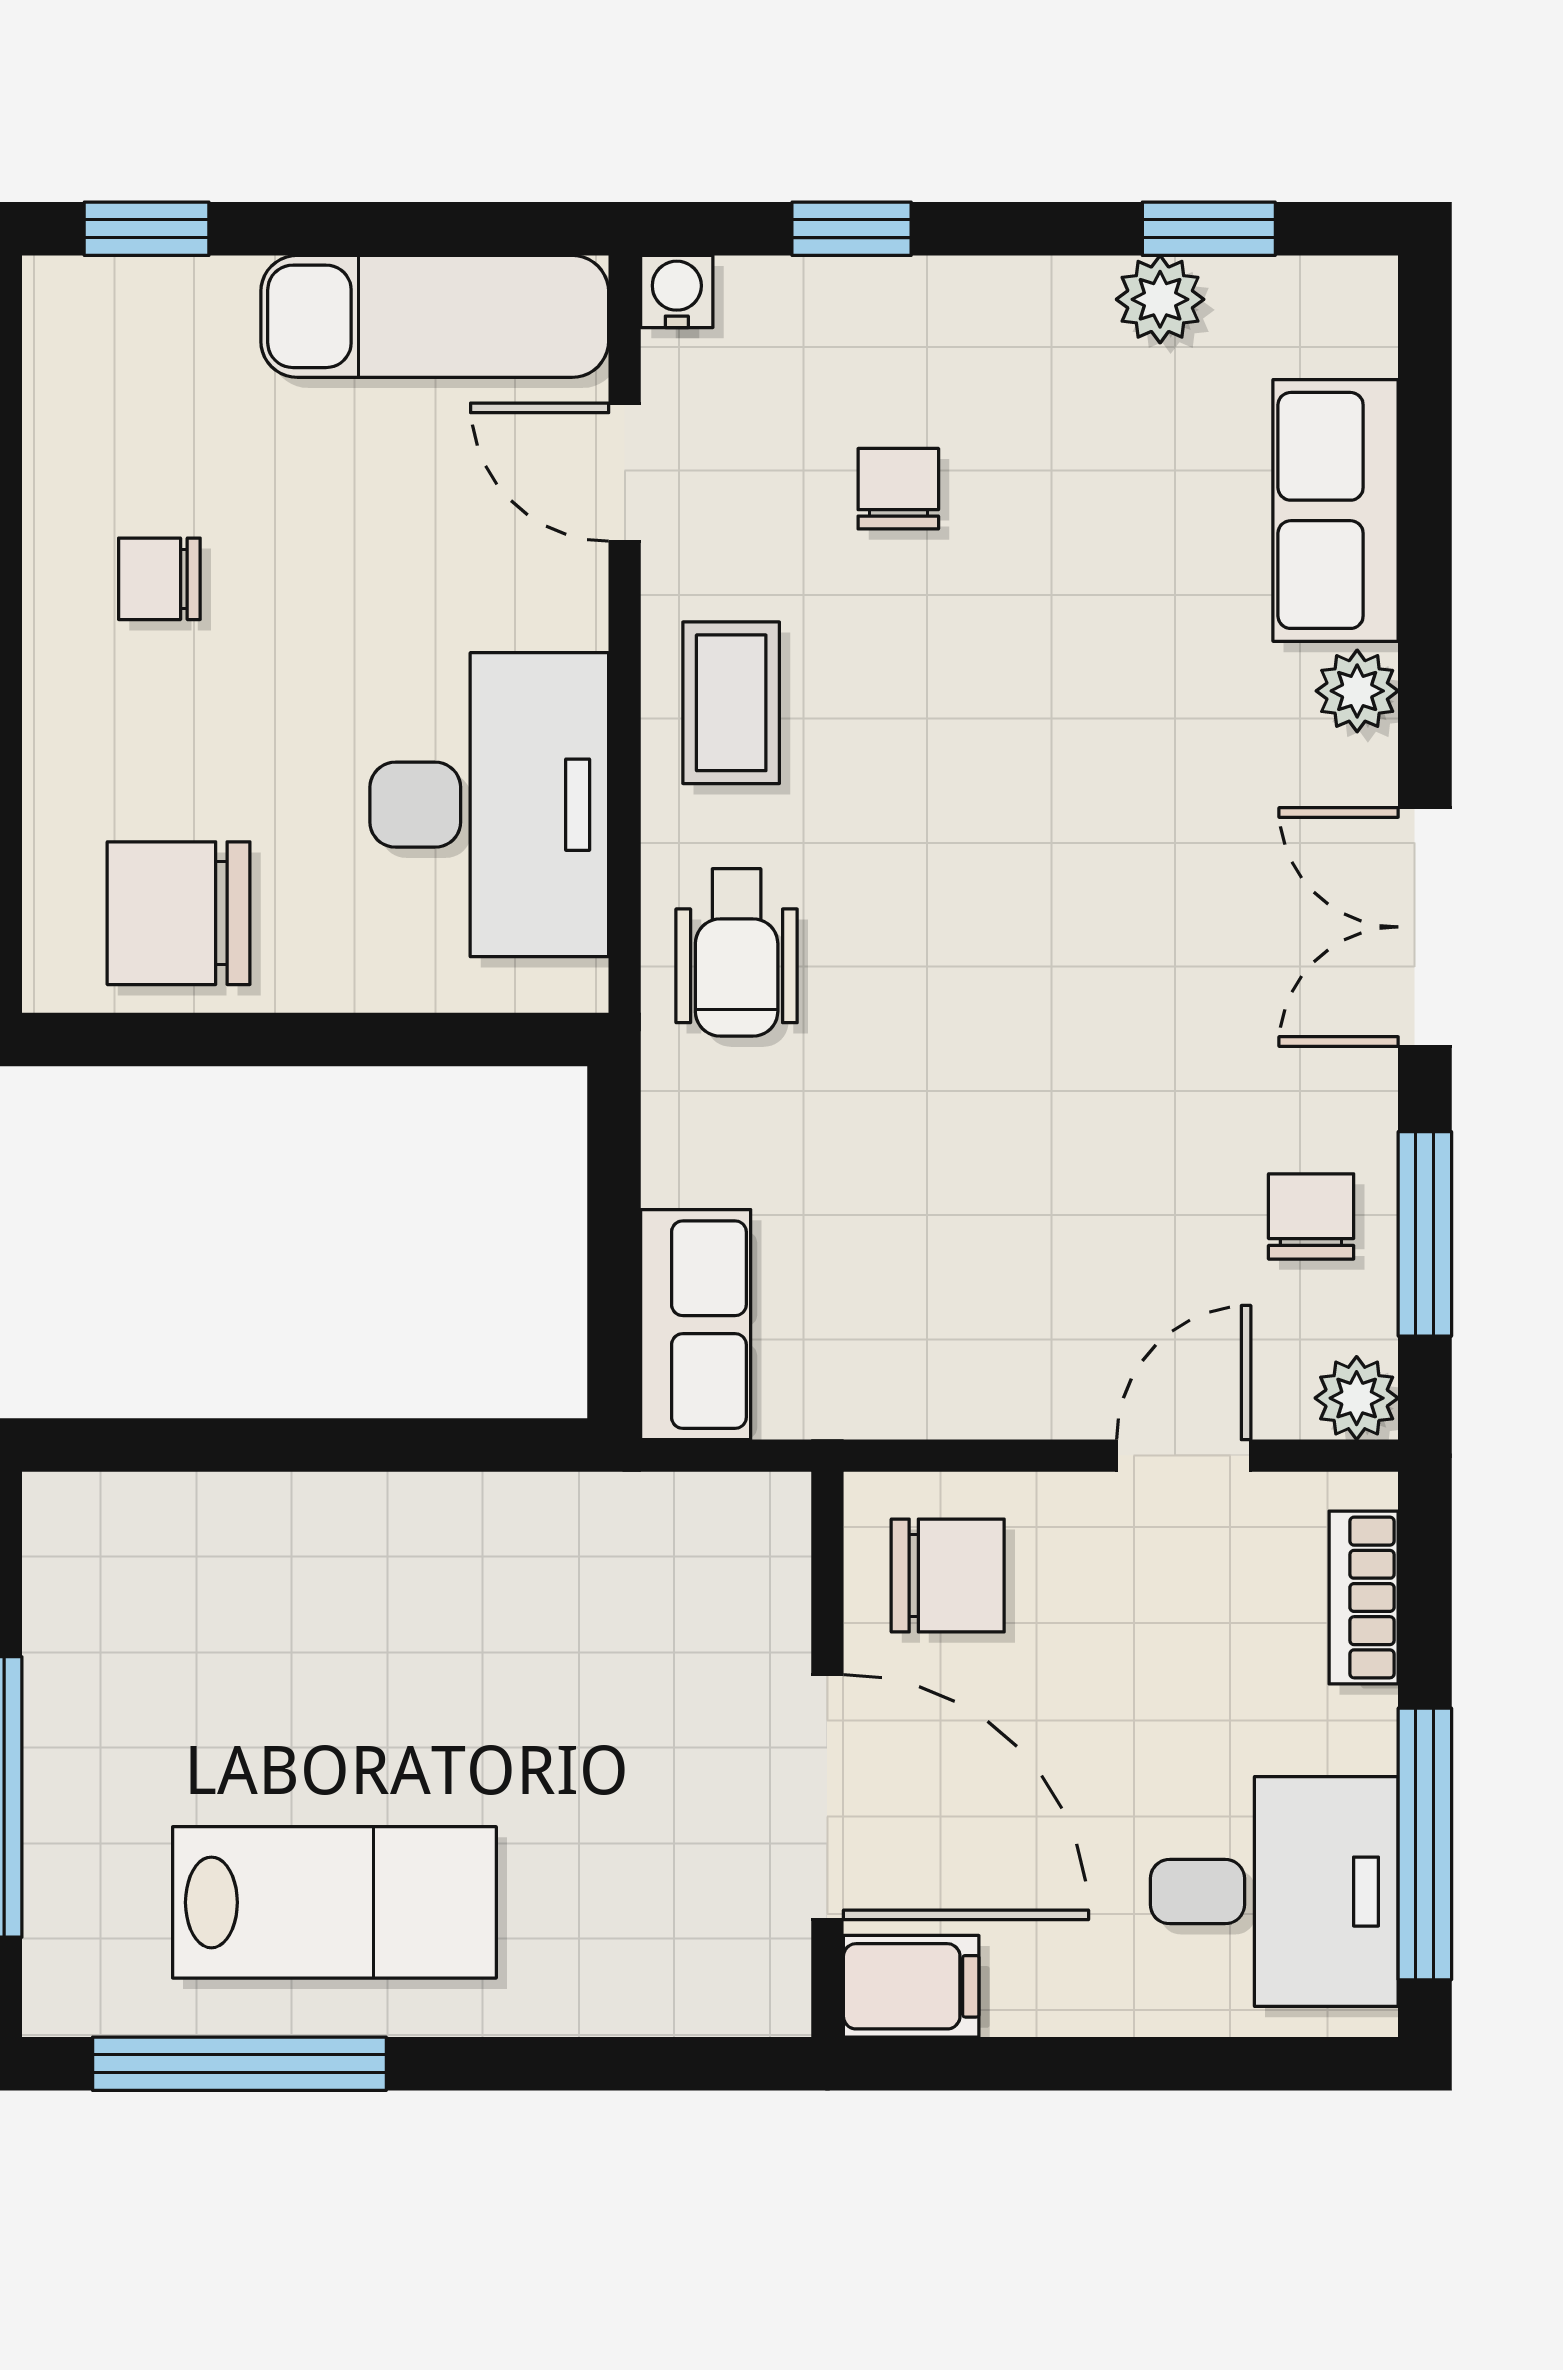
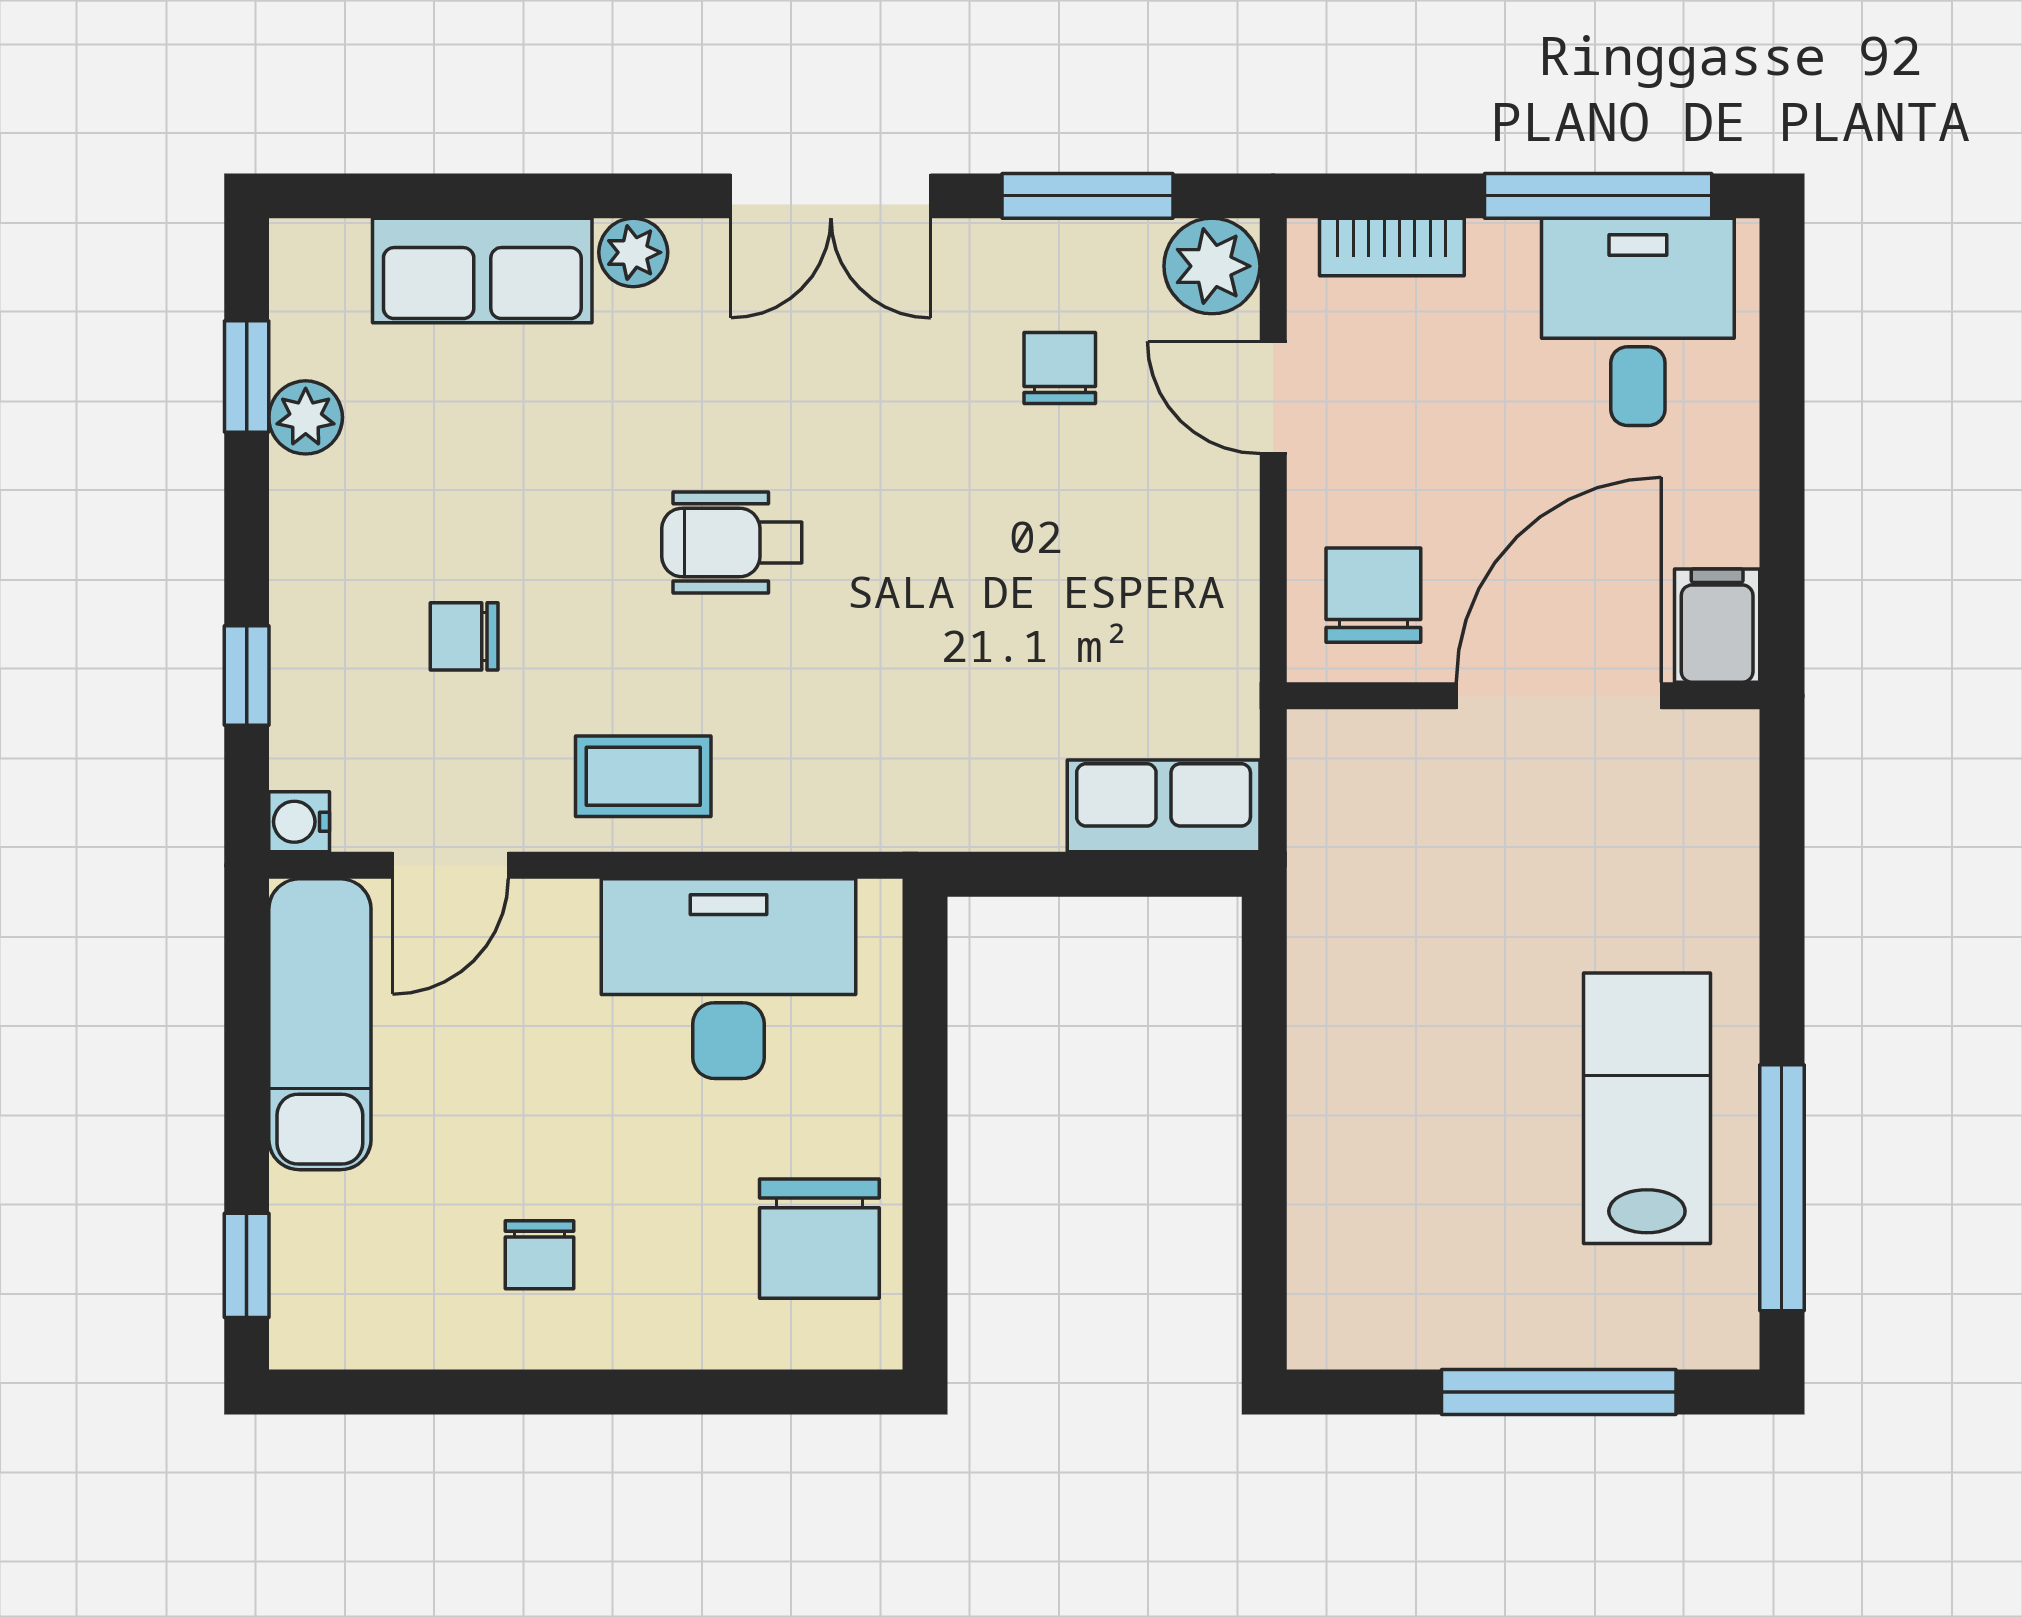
wheelchair: (737, 952) -> (732, 542), moved, turned 180
chair: (1311, 1216) -> (1060, 368), moved, turned 90
plant: (1357, 1398) -> (1212, 266), width x1.38, depth x1.38

